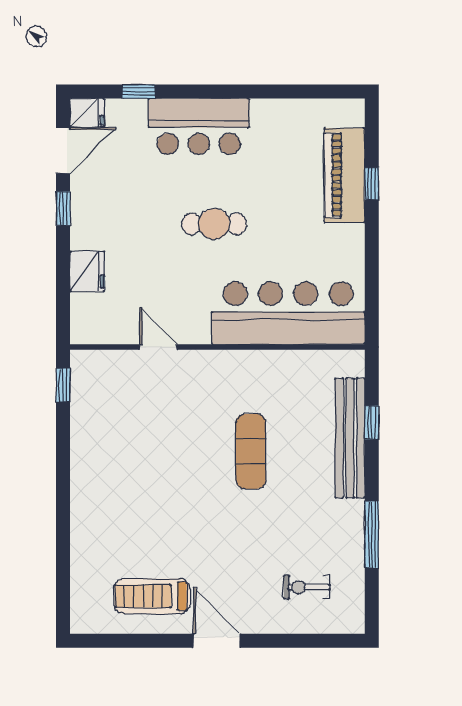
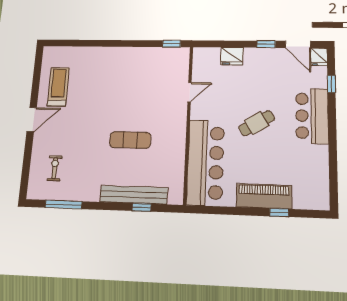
piano: (344, 175) -> (264, 196), moved
cafe table: (214, 224) -> (257, 123), turned 59
window: (372, 535) -> (64, 204), moved

